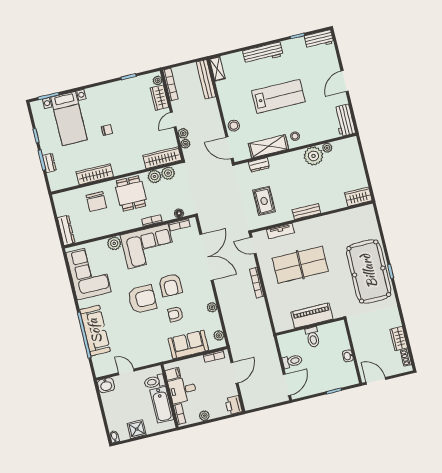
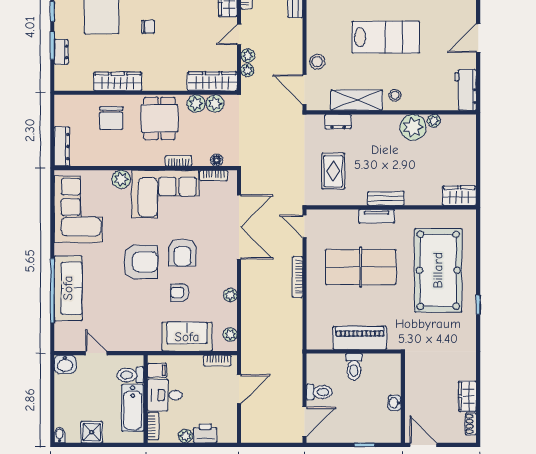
tv unit: (280, 231) -> (377, 216), moved
pool table: (369, 271) -> (438, 270), moved
printer: (234, 405) -> (205, 433), moved, turned 90

